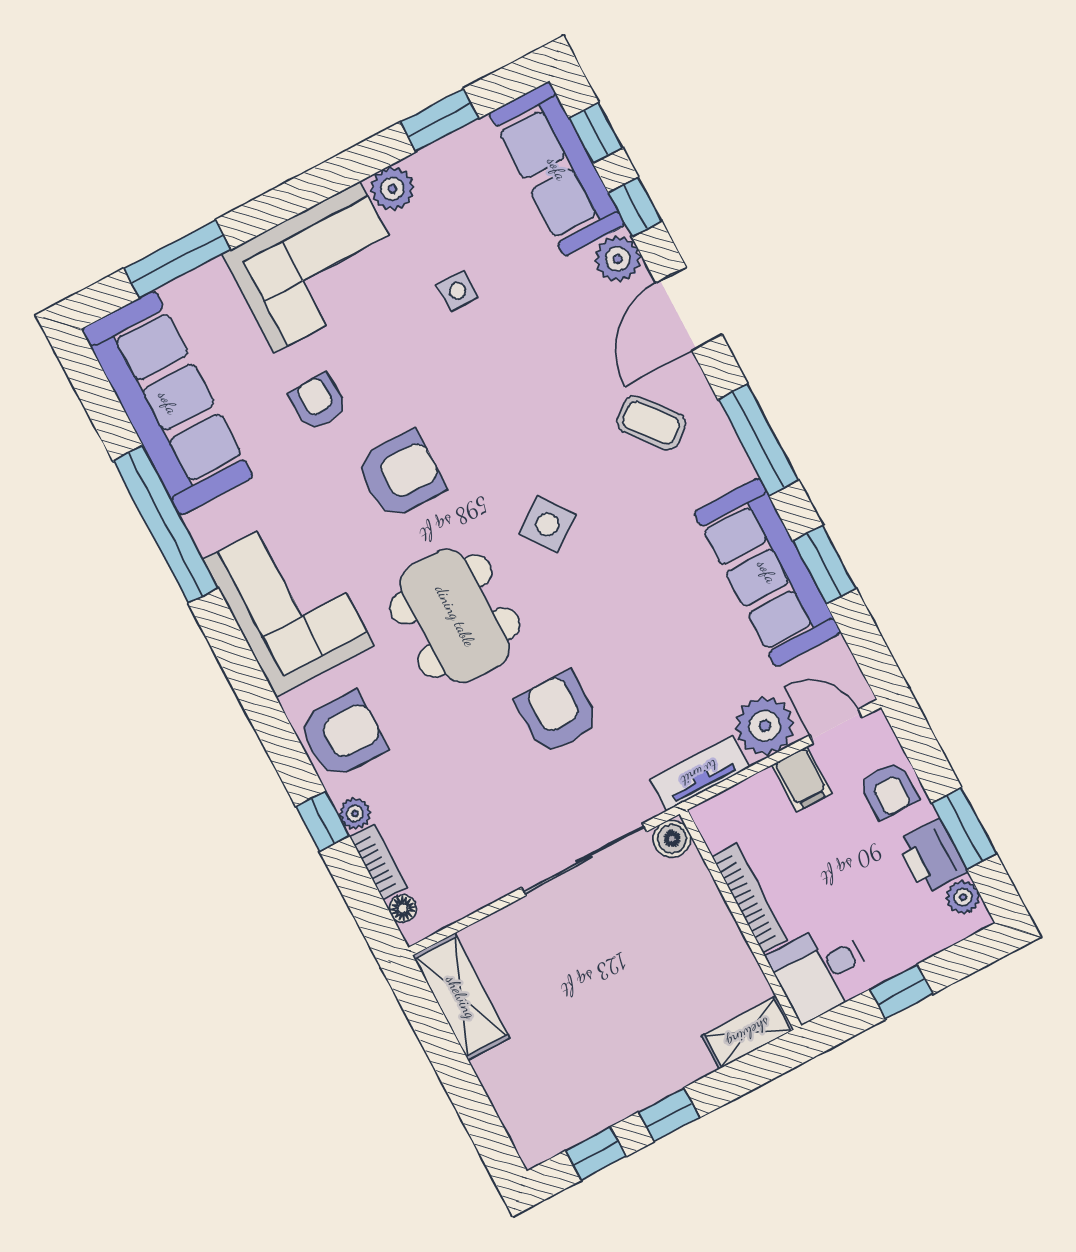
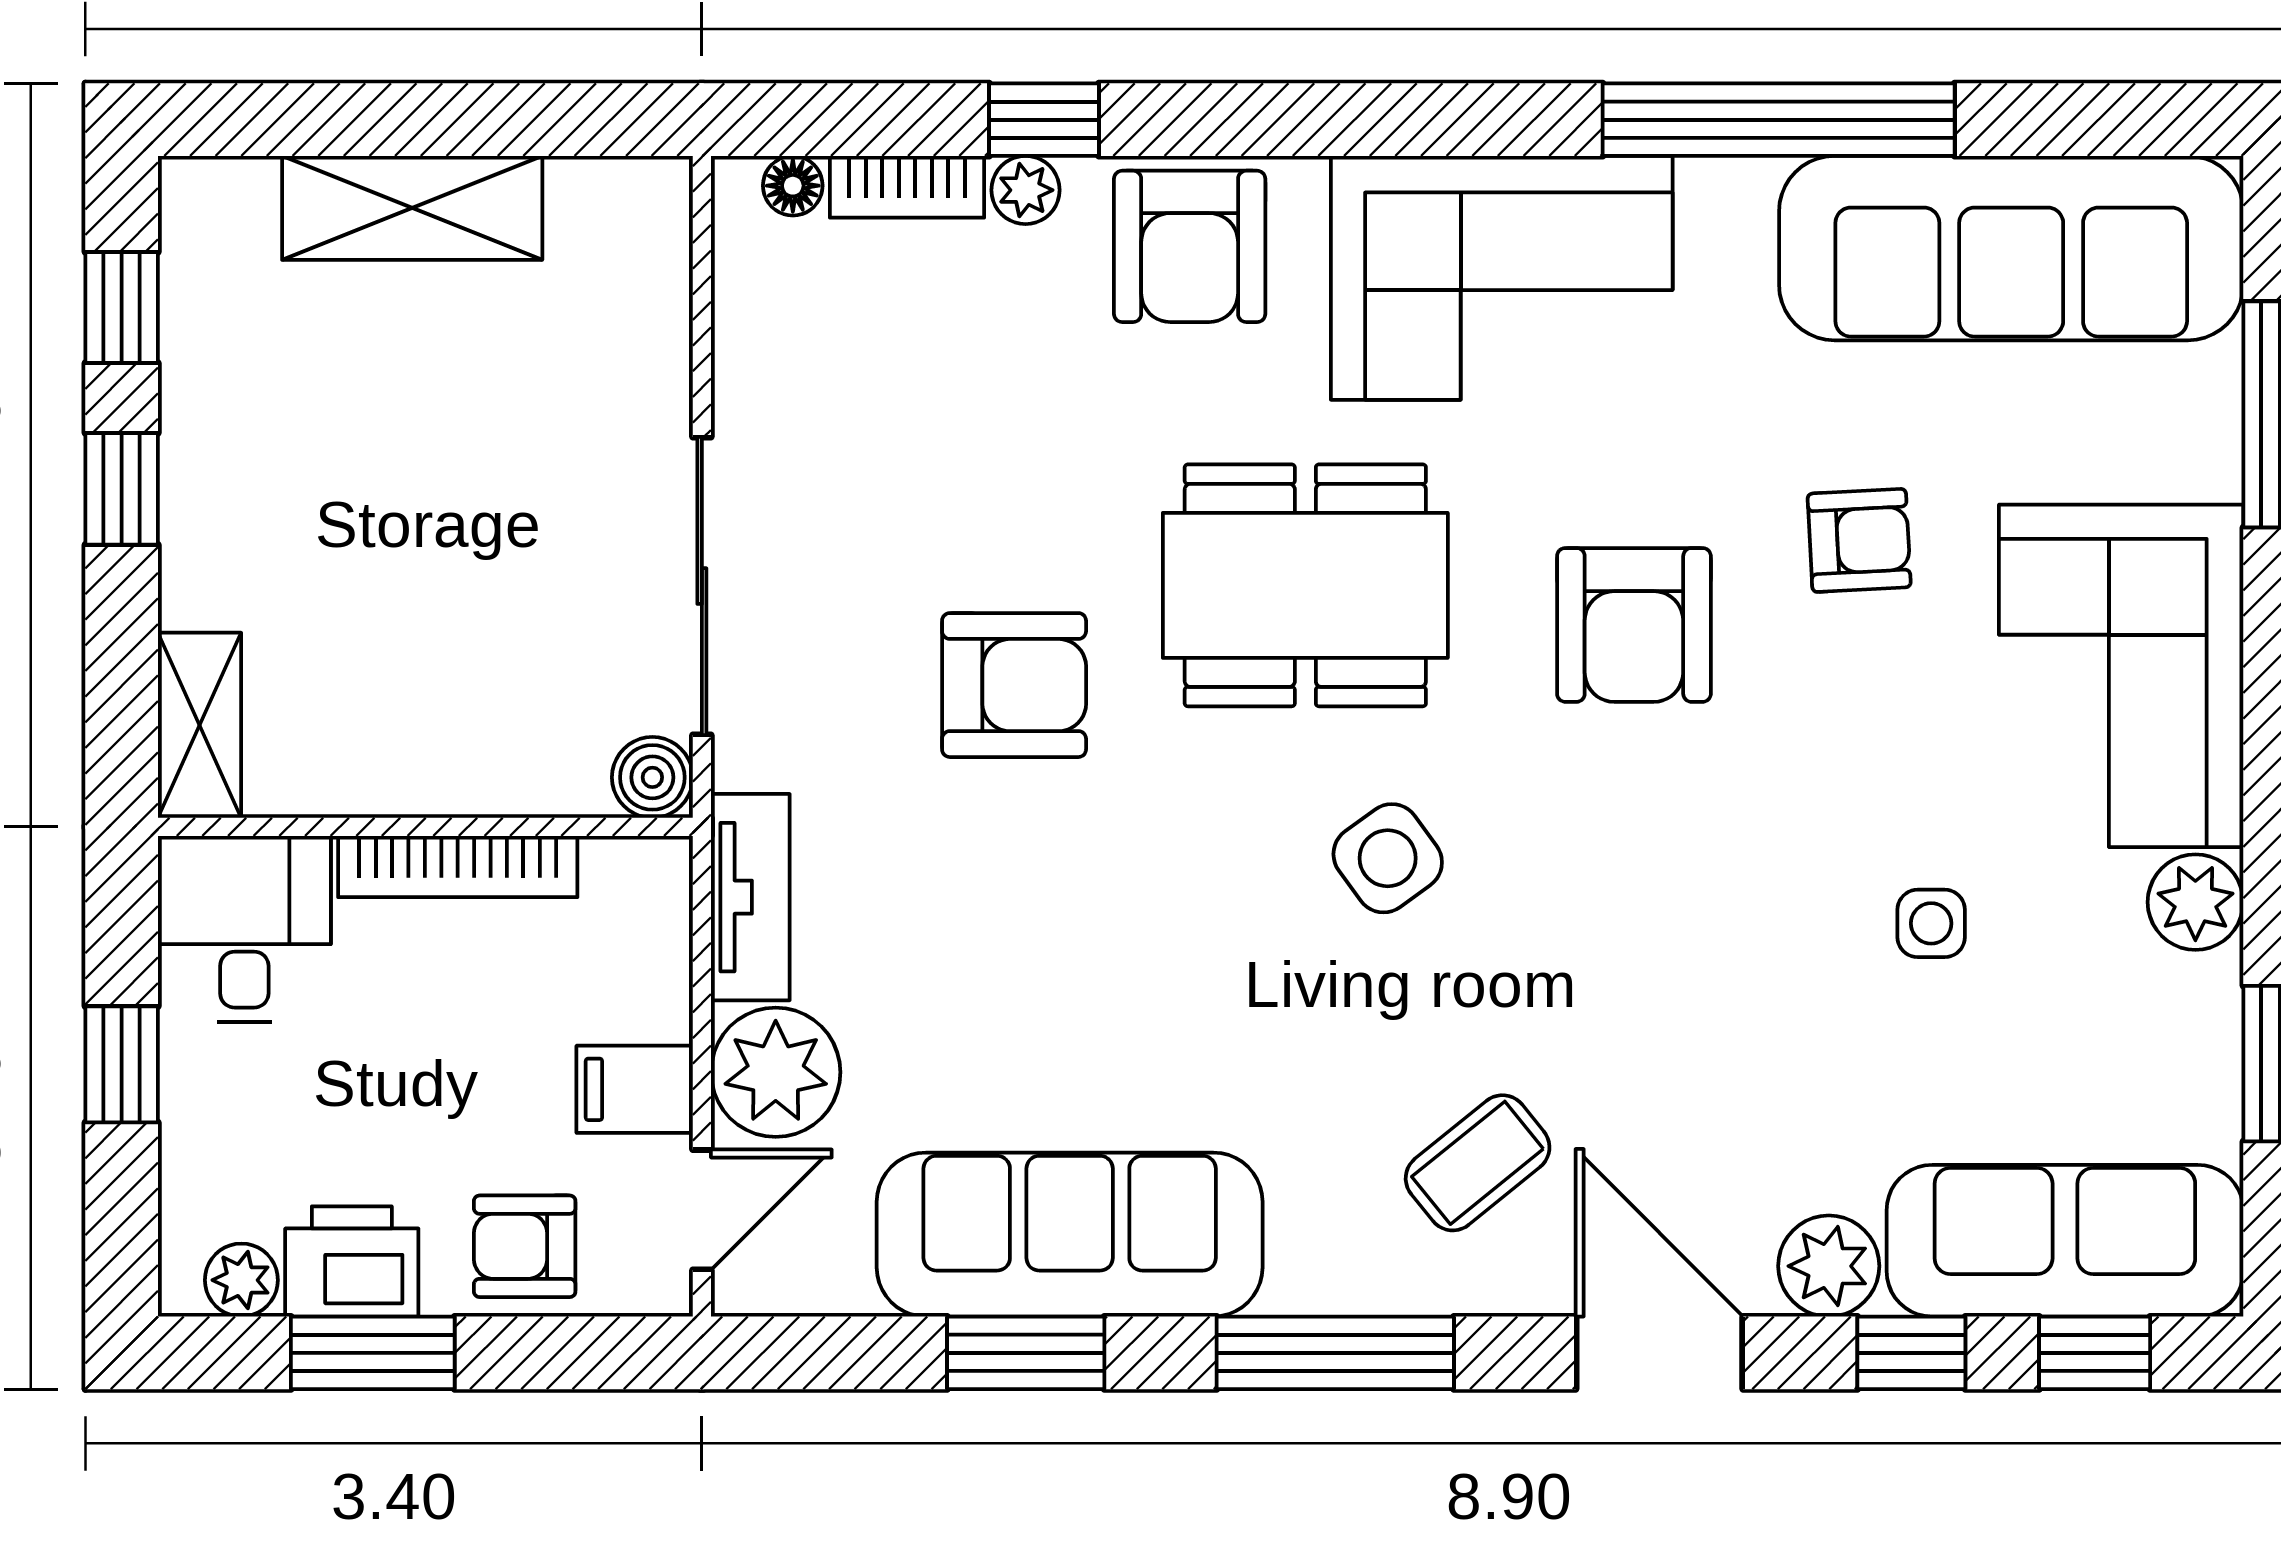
shelving: (461, 997) -> (412, 208), moved

